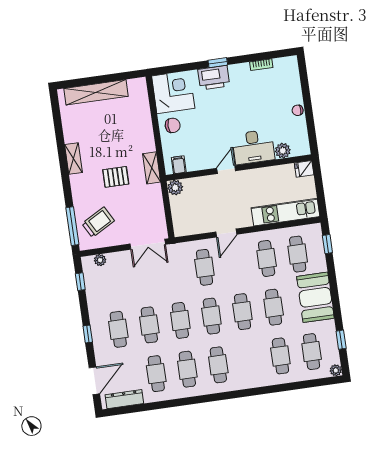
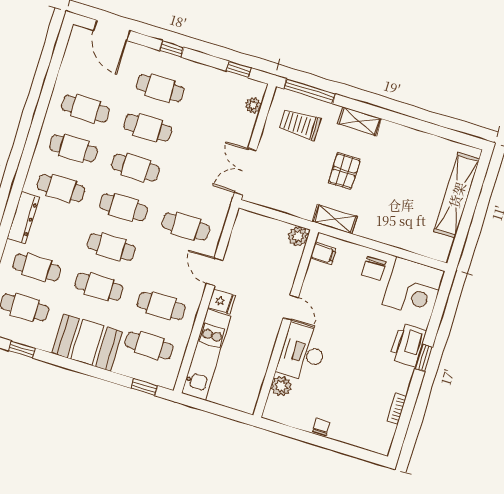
shelving: (73, 158) -> (360, 121), moved
fridge: (304, 169) -> (222, 302), moved, turned 90
trolley: (98, 222) -> (300, 124), turned 119
dresser: (124, 399) -> (23, 218), moved

